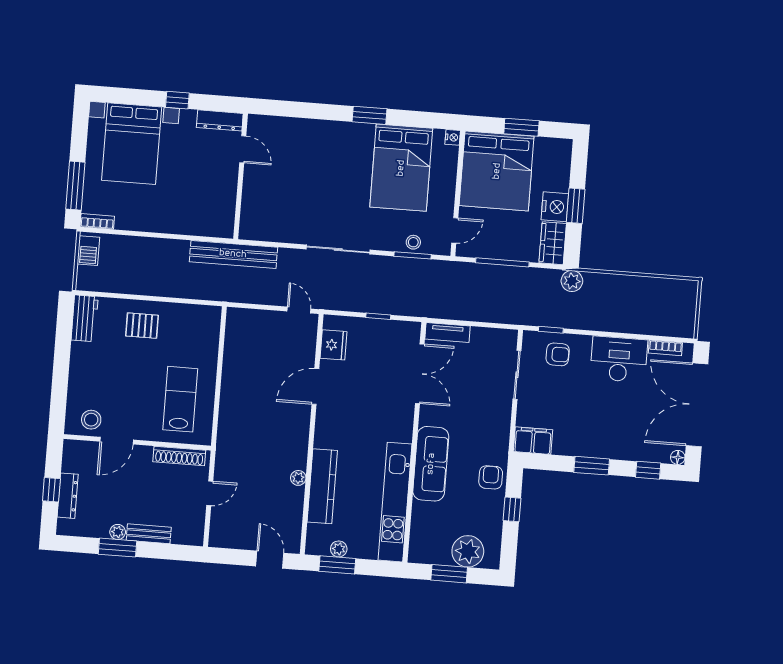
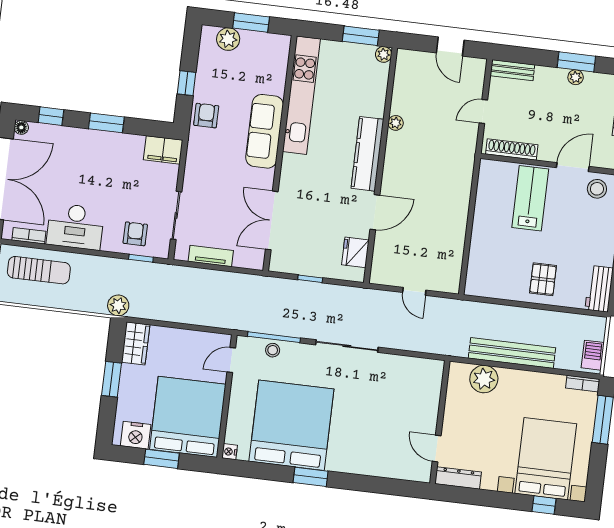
window: (177, 100) -> (544, 505), moved
bed: (401, 168) -> (291, 425), width x1.36
nightstand: (555, 207) -> (136, 435), moved, turned -90
plant: (198, 222) -> (484, 379), added
bench: (233, 254) -> (512, 353), moved
window: (413, 255) -> (274, 337), width x1.44
window: (502, 262) -> (186, 327), removed
door: (299, 310) -> (414, 291), moved
sun lounger: (654, 313) -> (39, 270), added
pallet: (142, 326) -> (543, 279), turned 90
tv unit: (448, 333) -> (211, 256), moved
armchair: (558, 354) -> (135, 234), turned 90
lab bench: (180, 399) -> (530, 198), moved, turned 180
armchair: (491, 477) -> (206, 116), turned 180
kitchen counter: (322, 486) -> (367, 154), moved
bench: (149, 534) -> (512, 70), moved
plant: (339, 549) -> (384, 54), moved
plant: (468, 551) -> (228, 39), width x0.73, depth x0.73
door: (270, 560) -> (450, 47), moved

